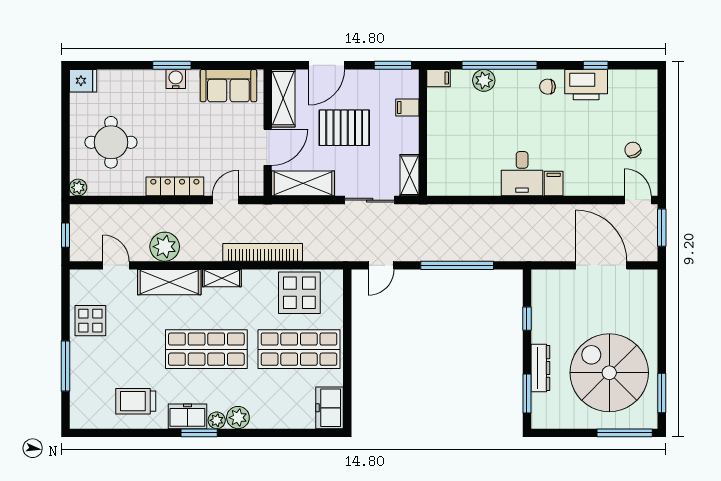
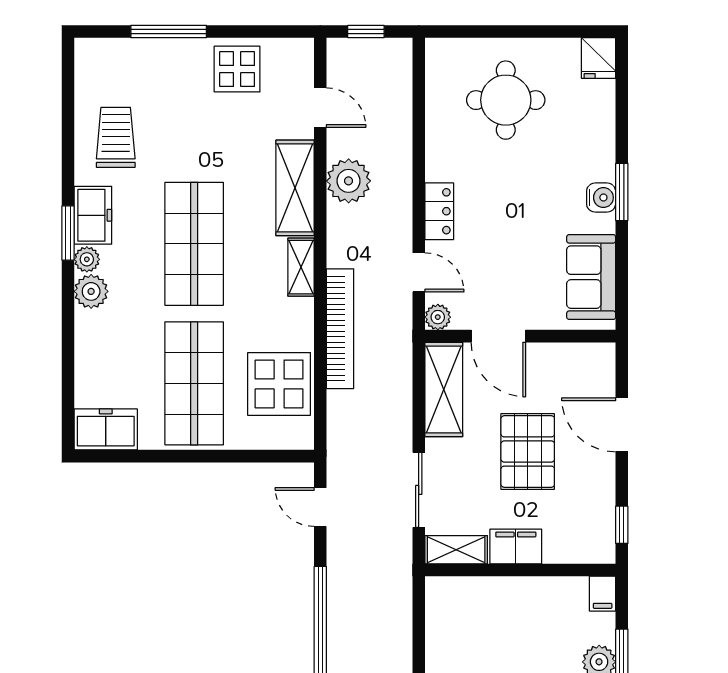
window: (393, 65) -> (622, 525), width x0.67
shelving: (283, 98) -> (572, 360), removed
filing cabinet: (407, 108) -> (516, 547), moved, width x2.00
locker: (175, 186) -> (439, 211), width x0.66
plant: (78, 187) -> (438, 317), moved
door: (116, 265) -> (320, 108), hinge flipped

